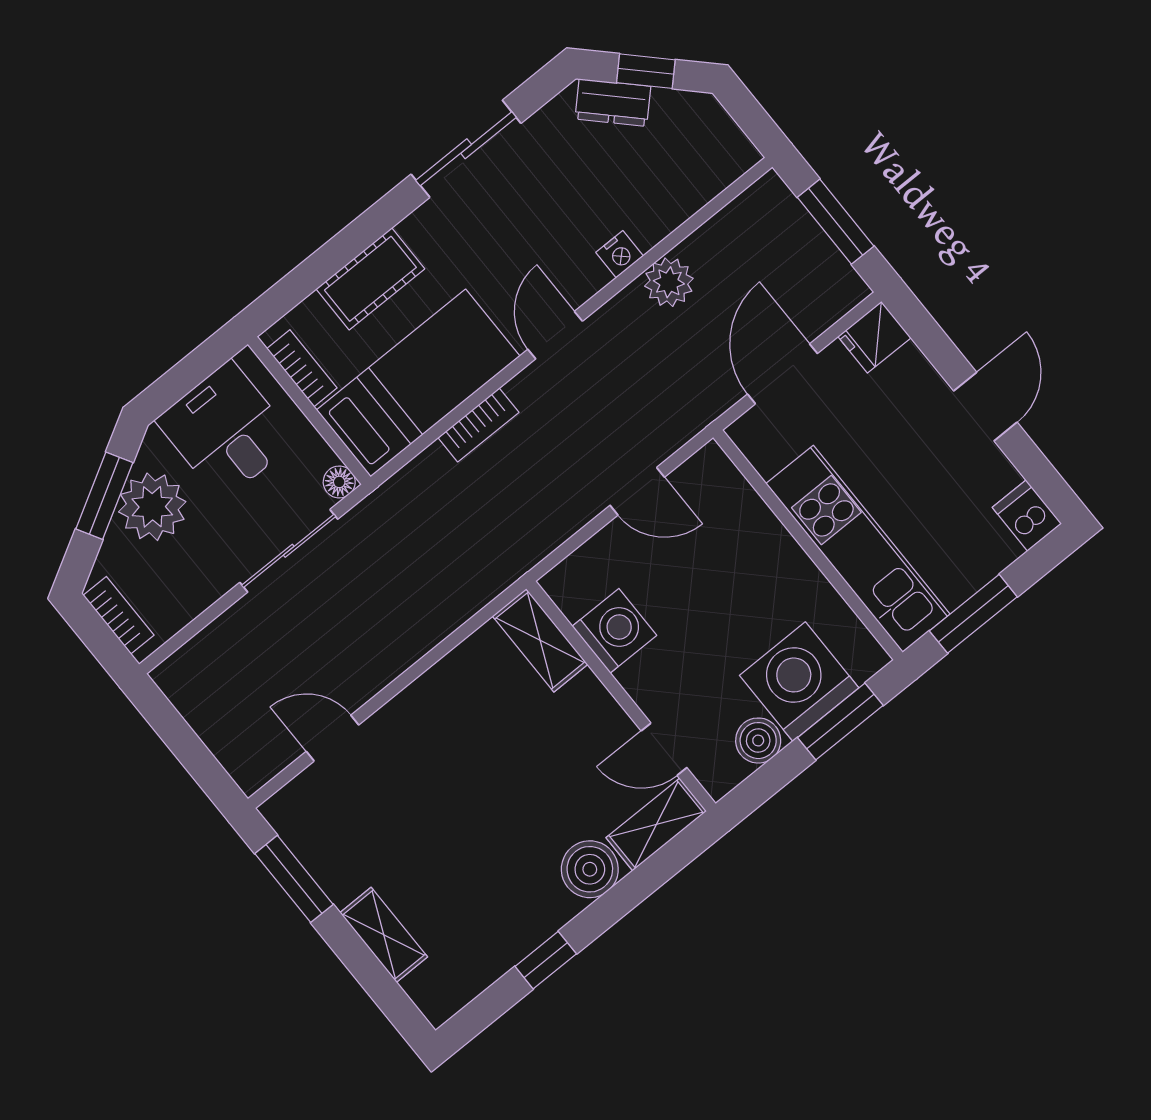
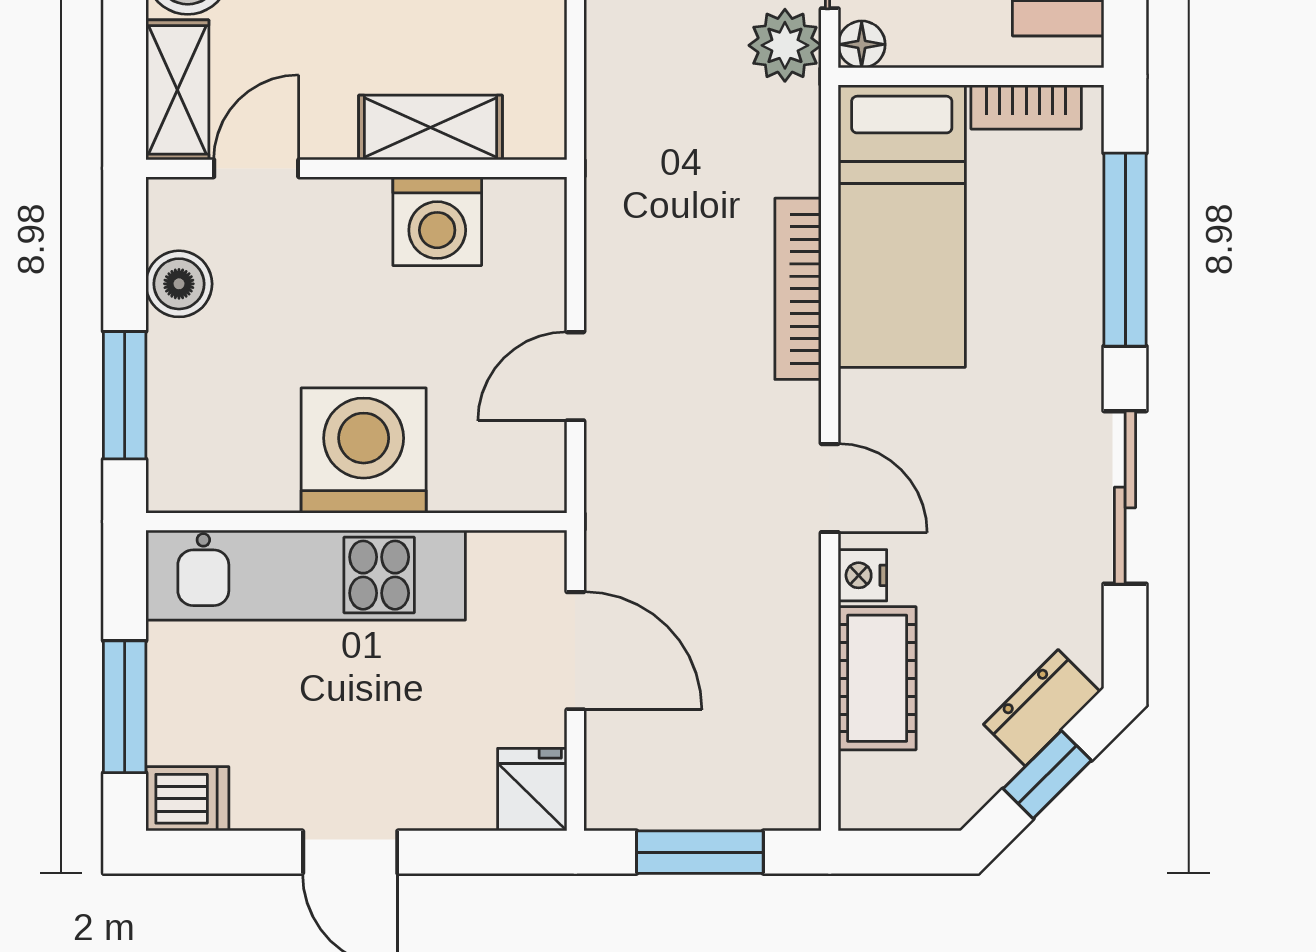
window: (335, 255) -> (1125, 250), added
cot: (370, 279) -> (877, 678), moved
plant: (669, 282) -> (785, 45), moved
door: (555, 335) -> (830, 488), moved
bookcase: (478, 425) -> (798, 289), width x1.56
window: (973, 614) -> (125, 707), moved
shelving: (540, 640) -> (431, 128), moved
washing machine: (799, 682) -> (364, 451), moved, turned -90

